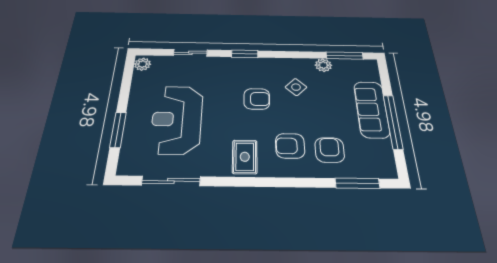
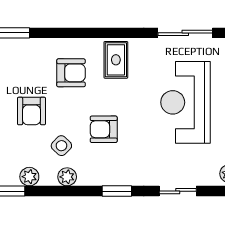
plant: (289, 64) -> (67, 177), added
reception desk: (177, 119) -> (186, 102), turned 180
armchair: (330, 150) -> (31, 111), moved

